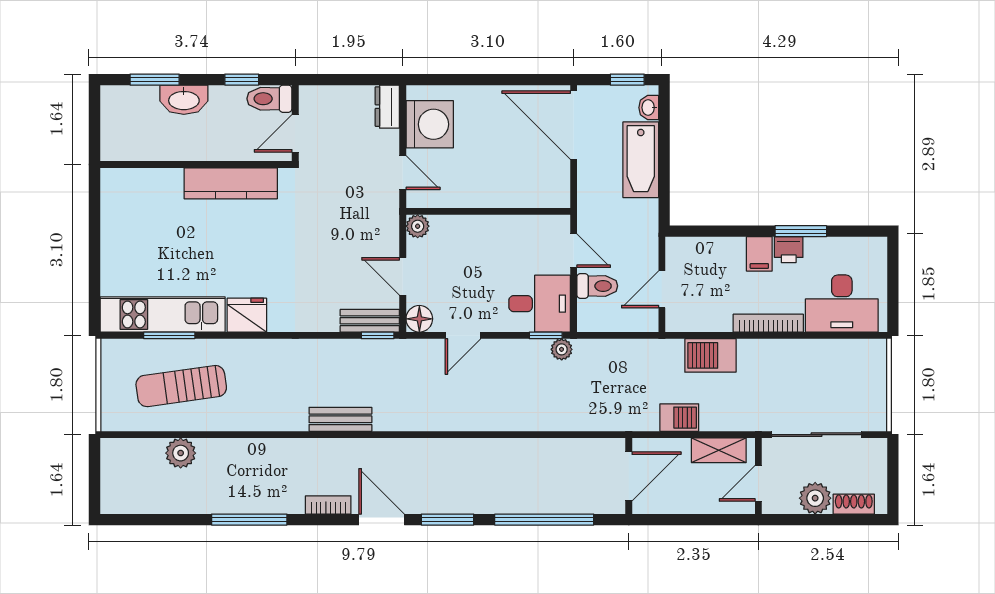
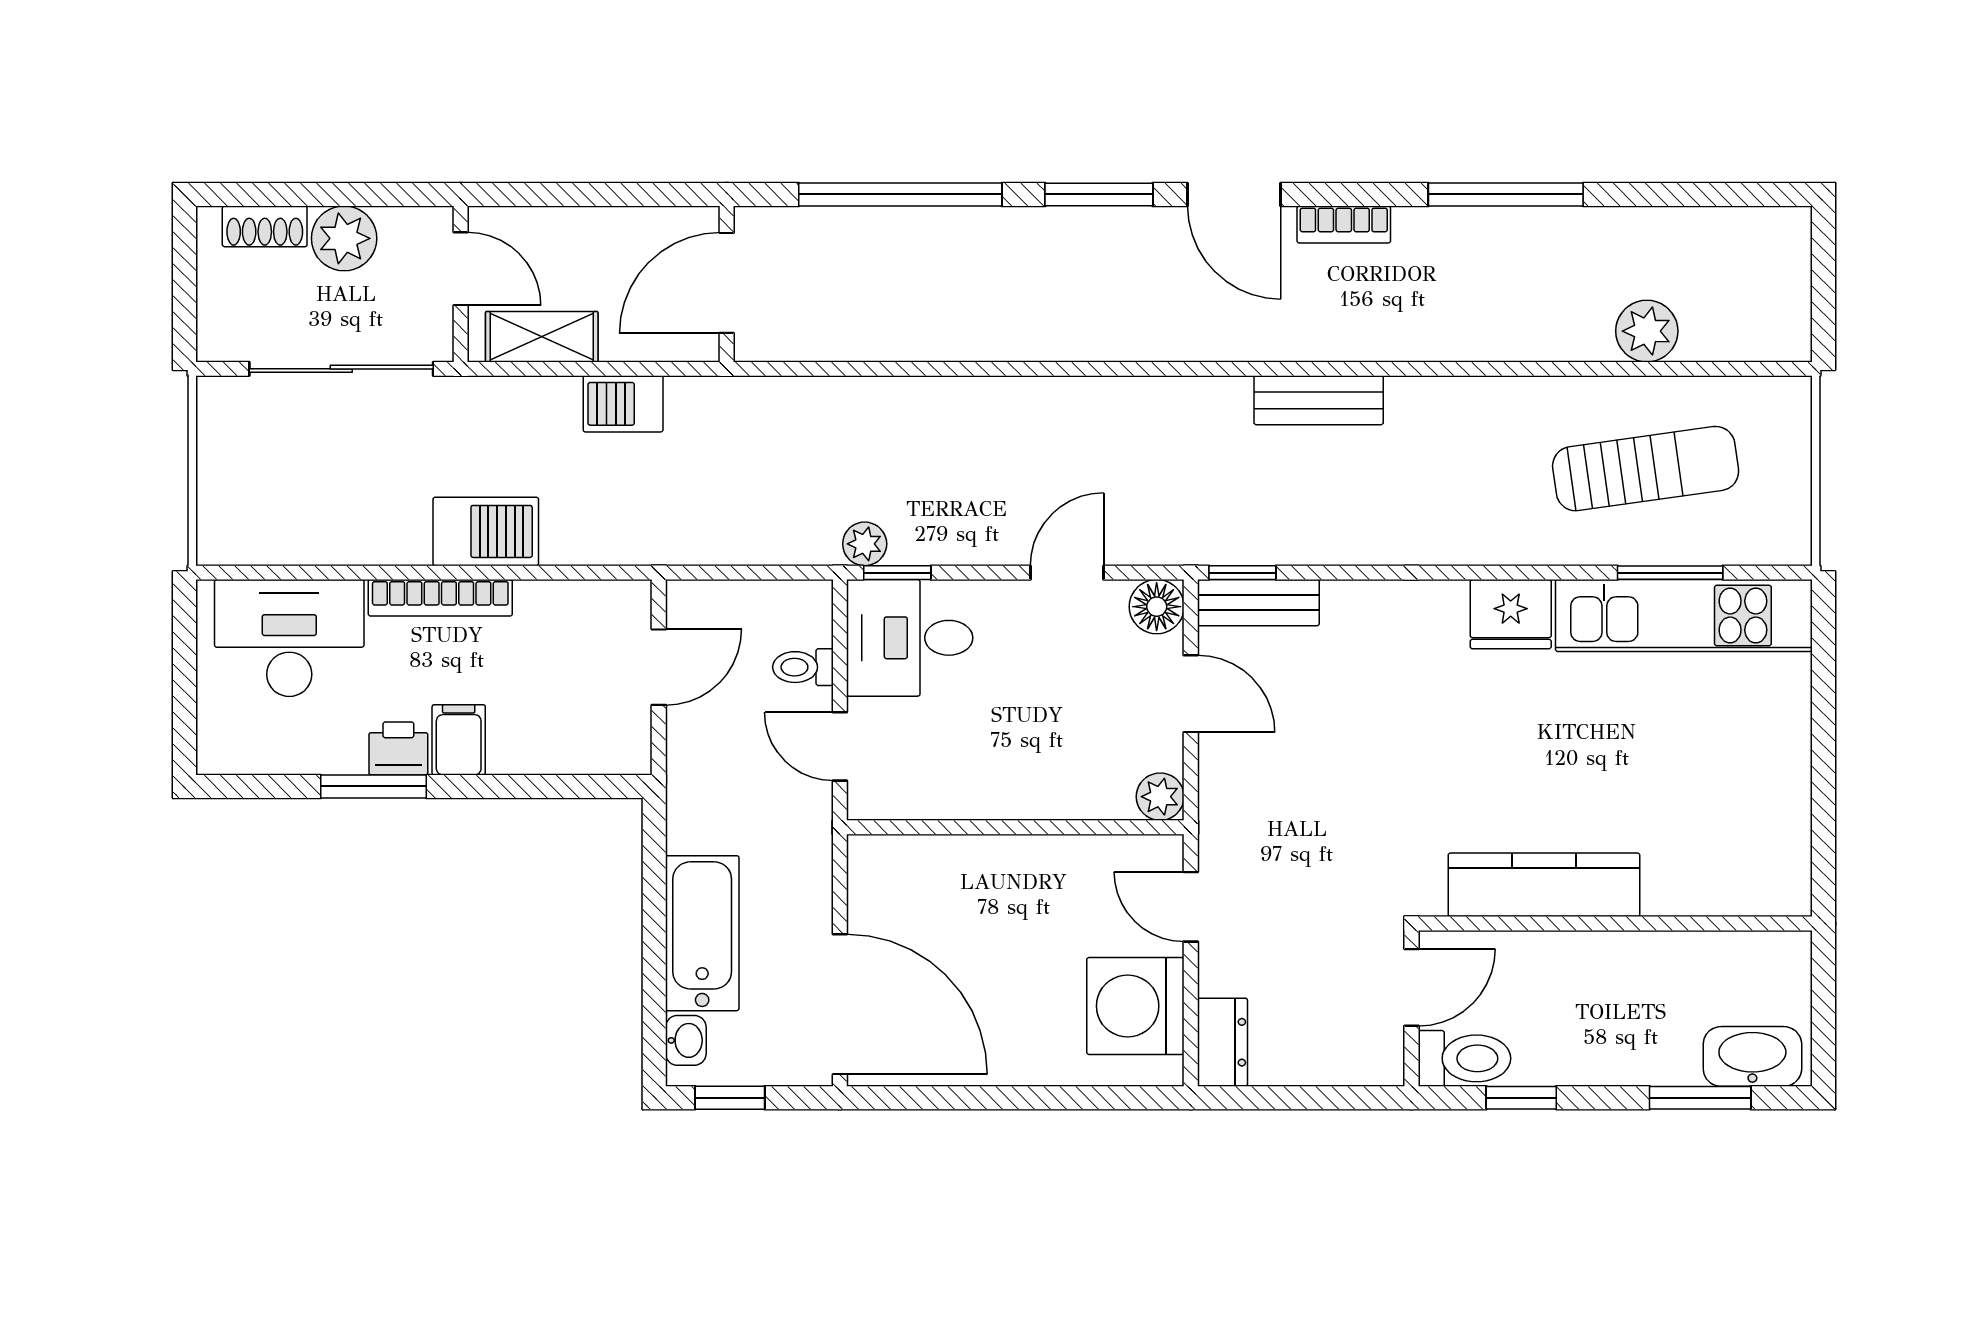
washbasin: (184, 100) -> (1752, 1056), moved
toilet: (597, 286) -> (803, 667), width x0.73, depth x0.72
barbecue: (710, 355) -> (486, 531), moved
door: (758, 483) -> (461, 269), hinge flipped

